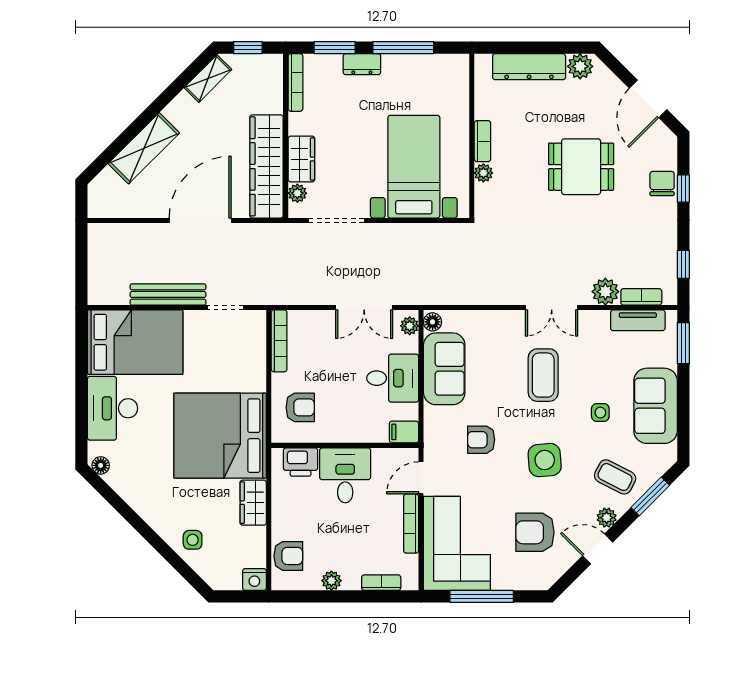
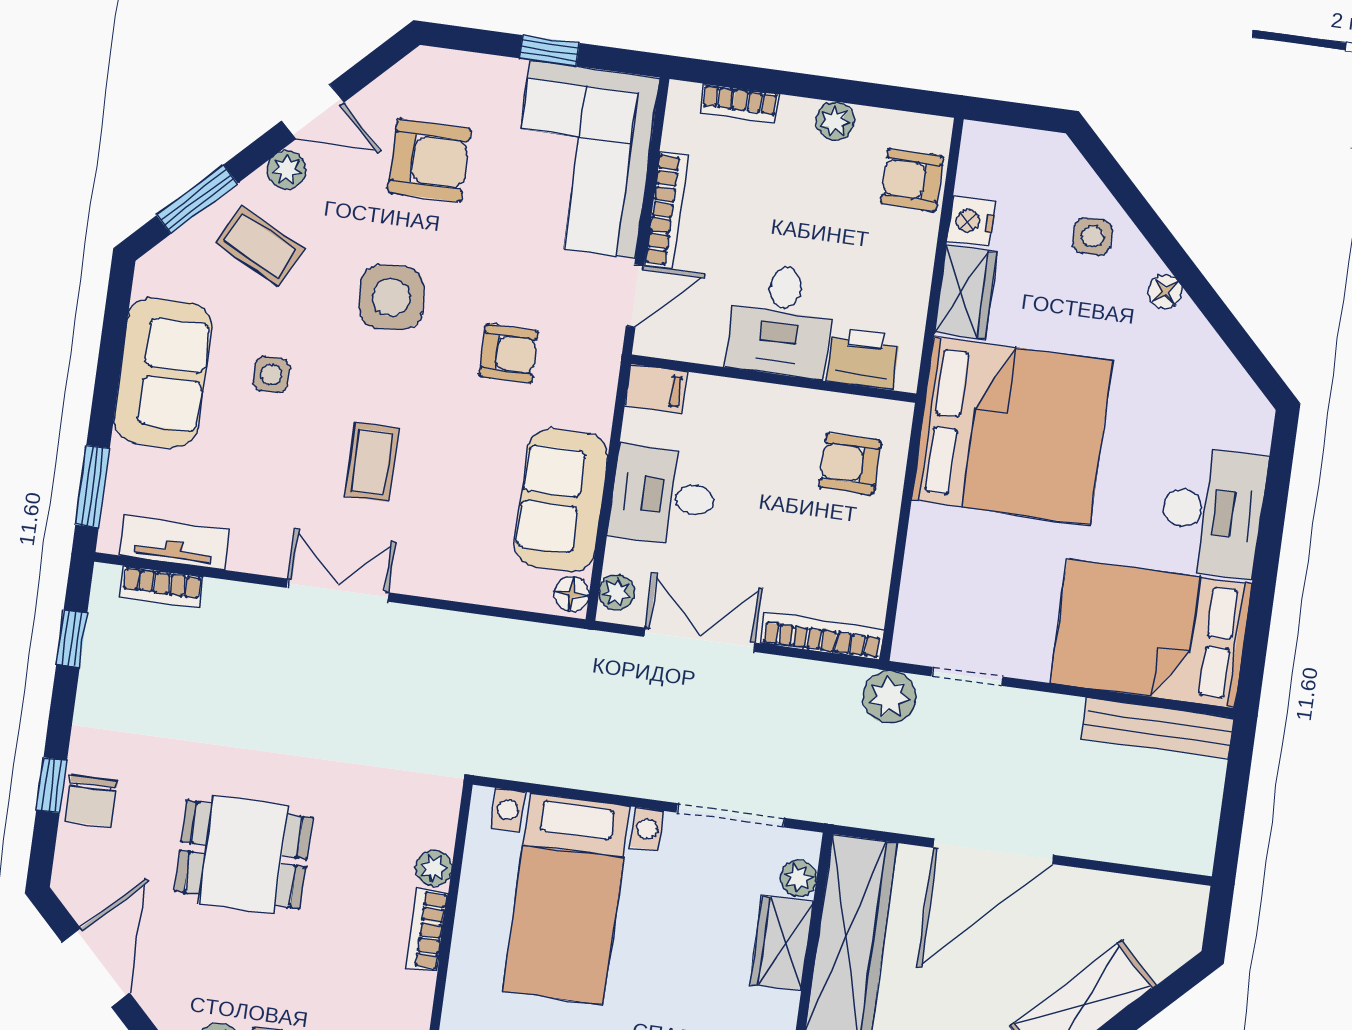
plant: (605, 292) -> (889, 697), moved
bench: (168, 294) -> (1158, 728), moved
bookcase: (279, 341) -> (822, 636), moved, turned 90
coffee table: (543, 375) -> (372, 462), width x0.73, depth x0.77
floor lamp: (101, 465) -> (1165, 292), moved
nightstand: (254, 579) -> (971, 221), moved, turned -90
window: (482, 596) -> (549, 51), width x0.46

